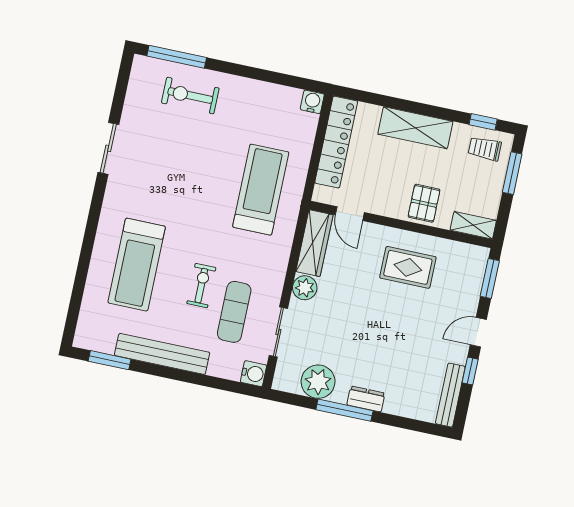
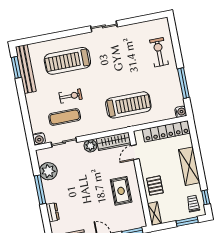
window: (177, 57) -> (183, 83), moved
sliding door: (108, 148) -> (104, 26), moved
pallet: (424, 203) -> (155, 186), turned 90
bench: (162, 354) -> (26, 69), moved
dresser: (366, 399) -> (53, 212), moved

